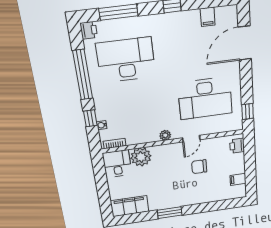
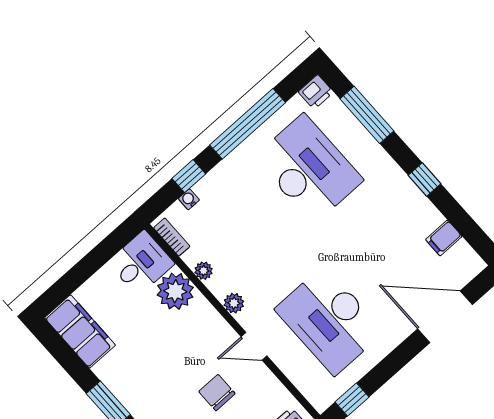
plant: (140, 139) -> (204, 271), added

